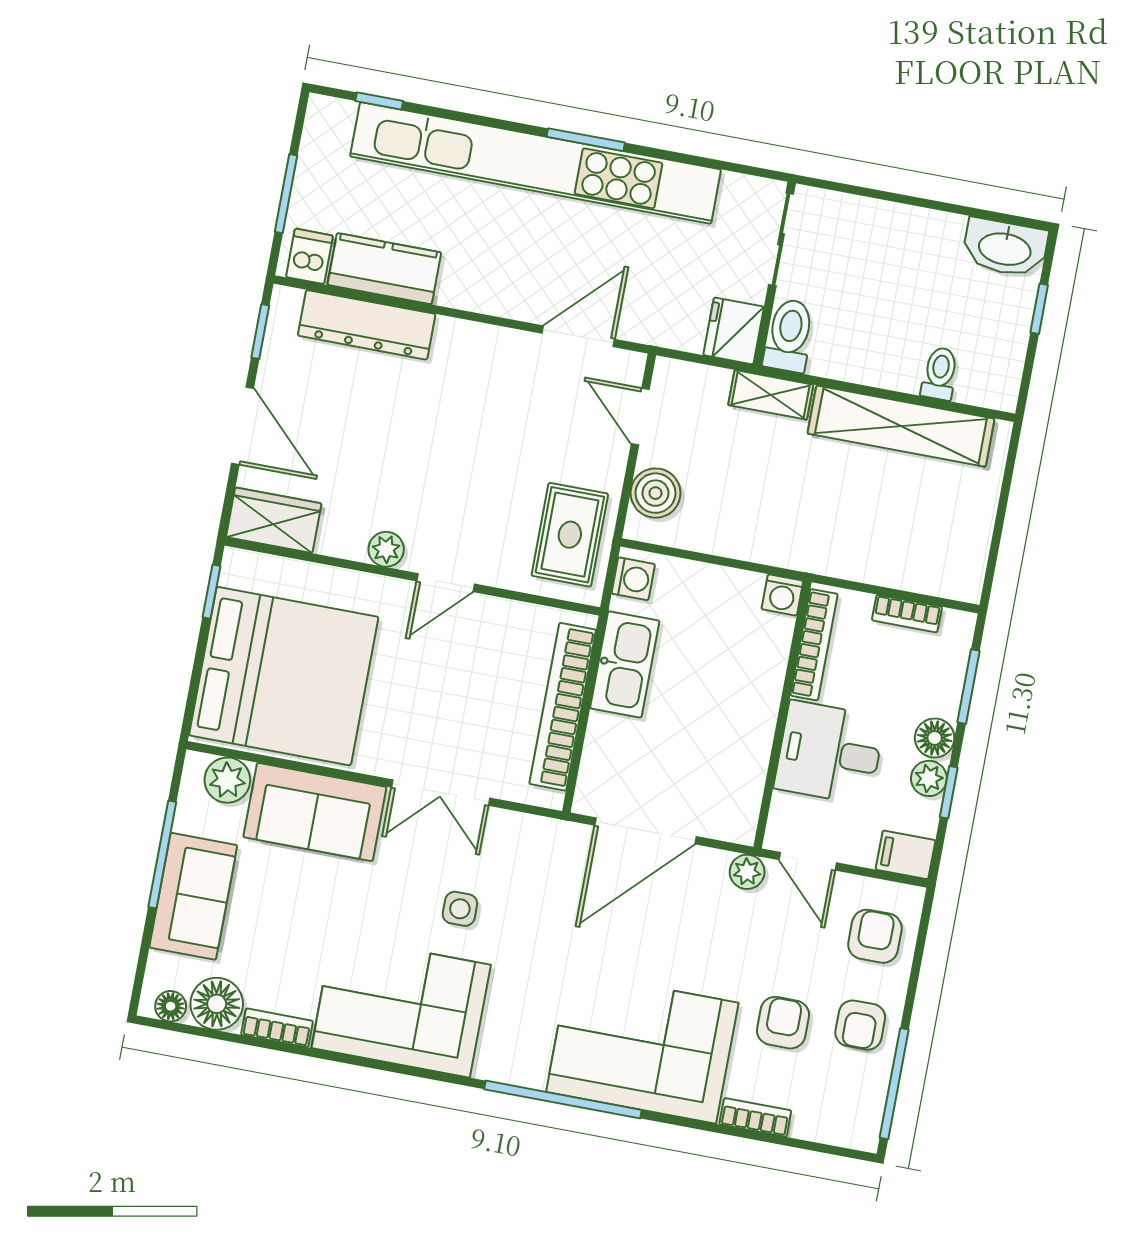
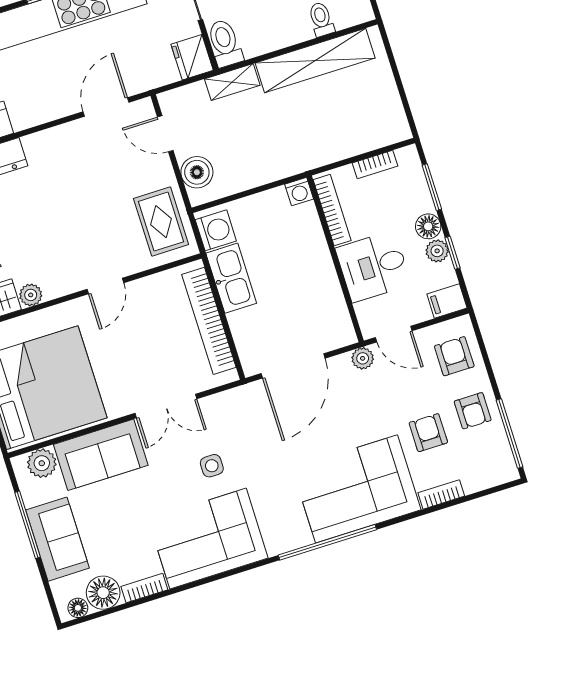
plant: (386, 549) -> (31, 295), moved
washing machine: (633, 579) -> (216, 230), width x1.38, depth x1.38

